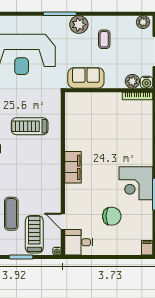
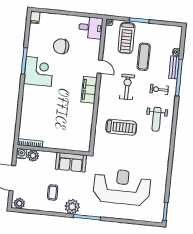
exercise bike: (27, 175) -> (127, 87), added
door: (63, 221) -> (100, 67), moved

